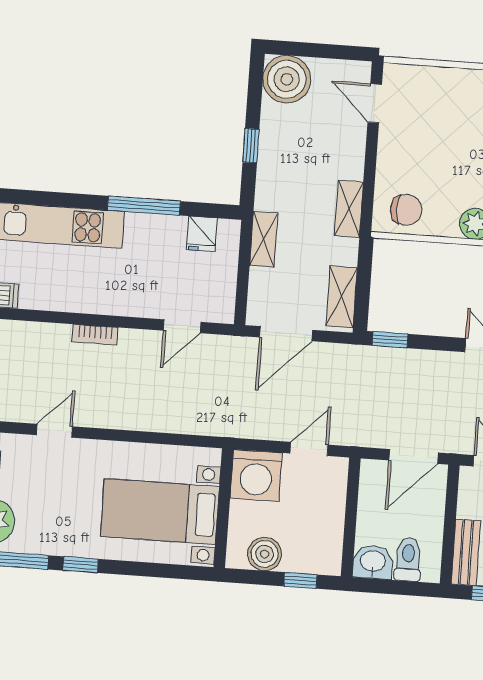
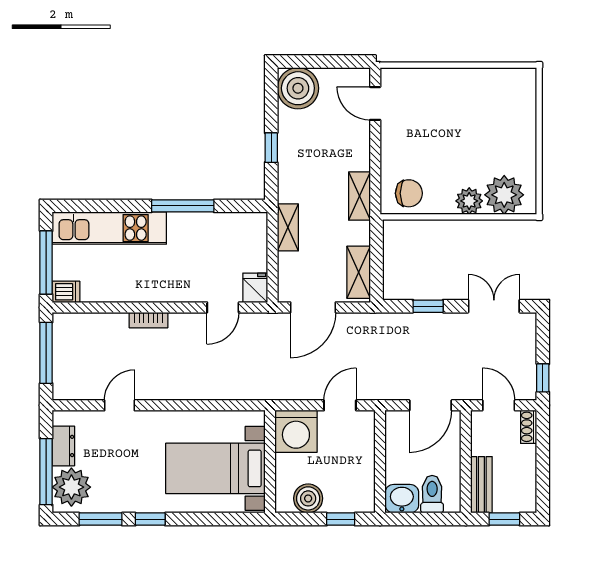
fridge: (202, 234) -> (255, 288), moved, turned 180
window: (390, 340) -> (428, 306), moved

